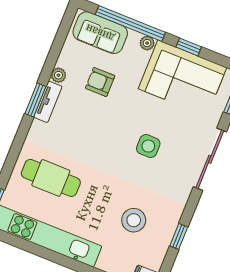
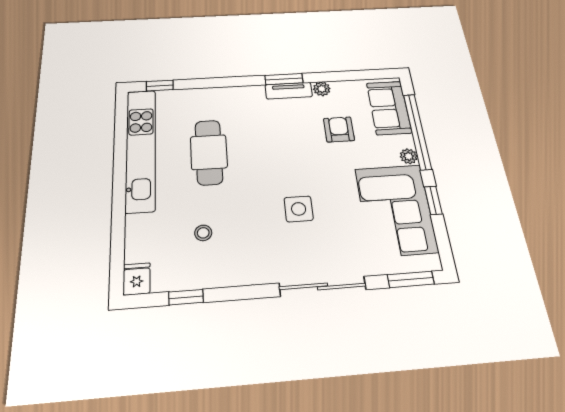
cafe table: (51, 178) -> (209, 152), moved
stool: (134, 220) -> (203, 233), width x0.53, depth x0.53
window: (179, 236) -> (186, 297), moved

